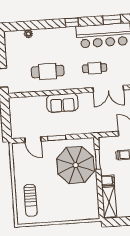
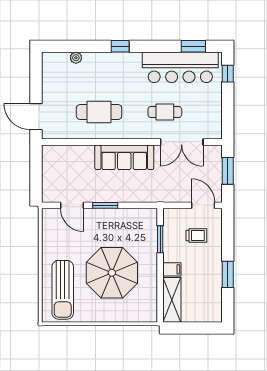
window: (72, 22) -> (120, 46), moved
sofa: (62, 103) -> (124, 157), width x1.36
parasol: (76, 165) -> (112, 273), moved
sun lounger: (31, 200) -> (63, 290), width x1.36, depth x1.34

